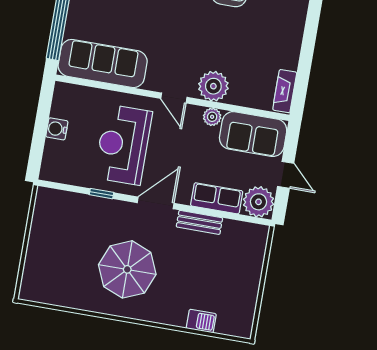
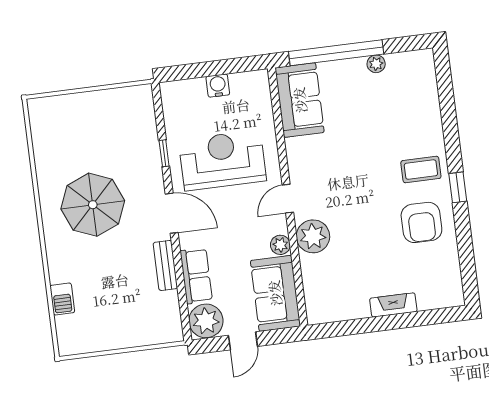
sofa: (103, 64) -> (300, 100), width x0.73
fireplace: (285, 91) -> (393, 305), moved

